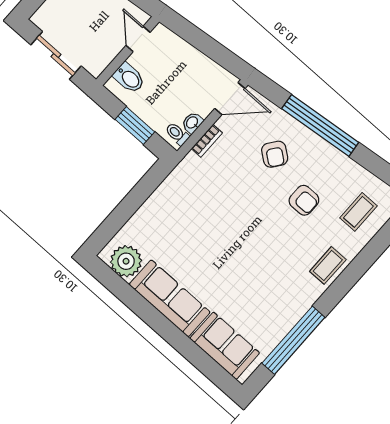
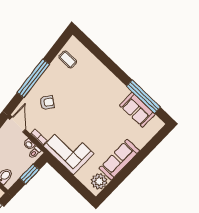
corner sofa: (185, 200) -> (69, 150), added
armchair: (304, 200) -> (71, 88), removed
coffee table: (358, 212) -> (68, 59), moved
coffee table: (328, 265) -> (106, 77), removed
sofa: (225, 346) -> (137, 110), moved, turned -90

